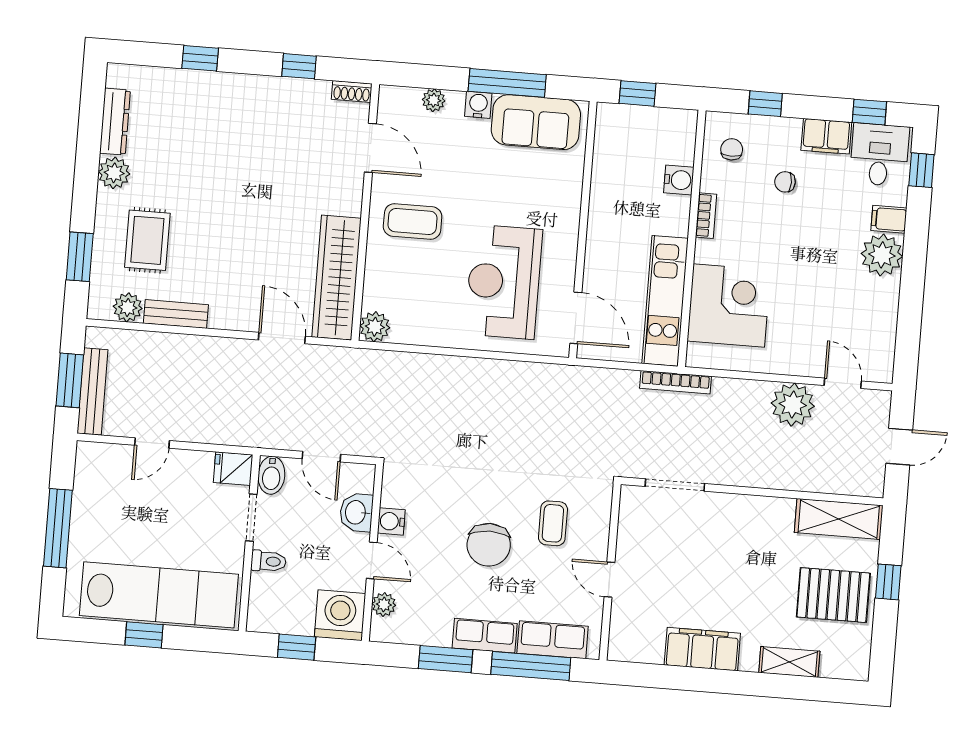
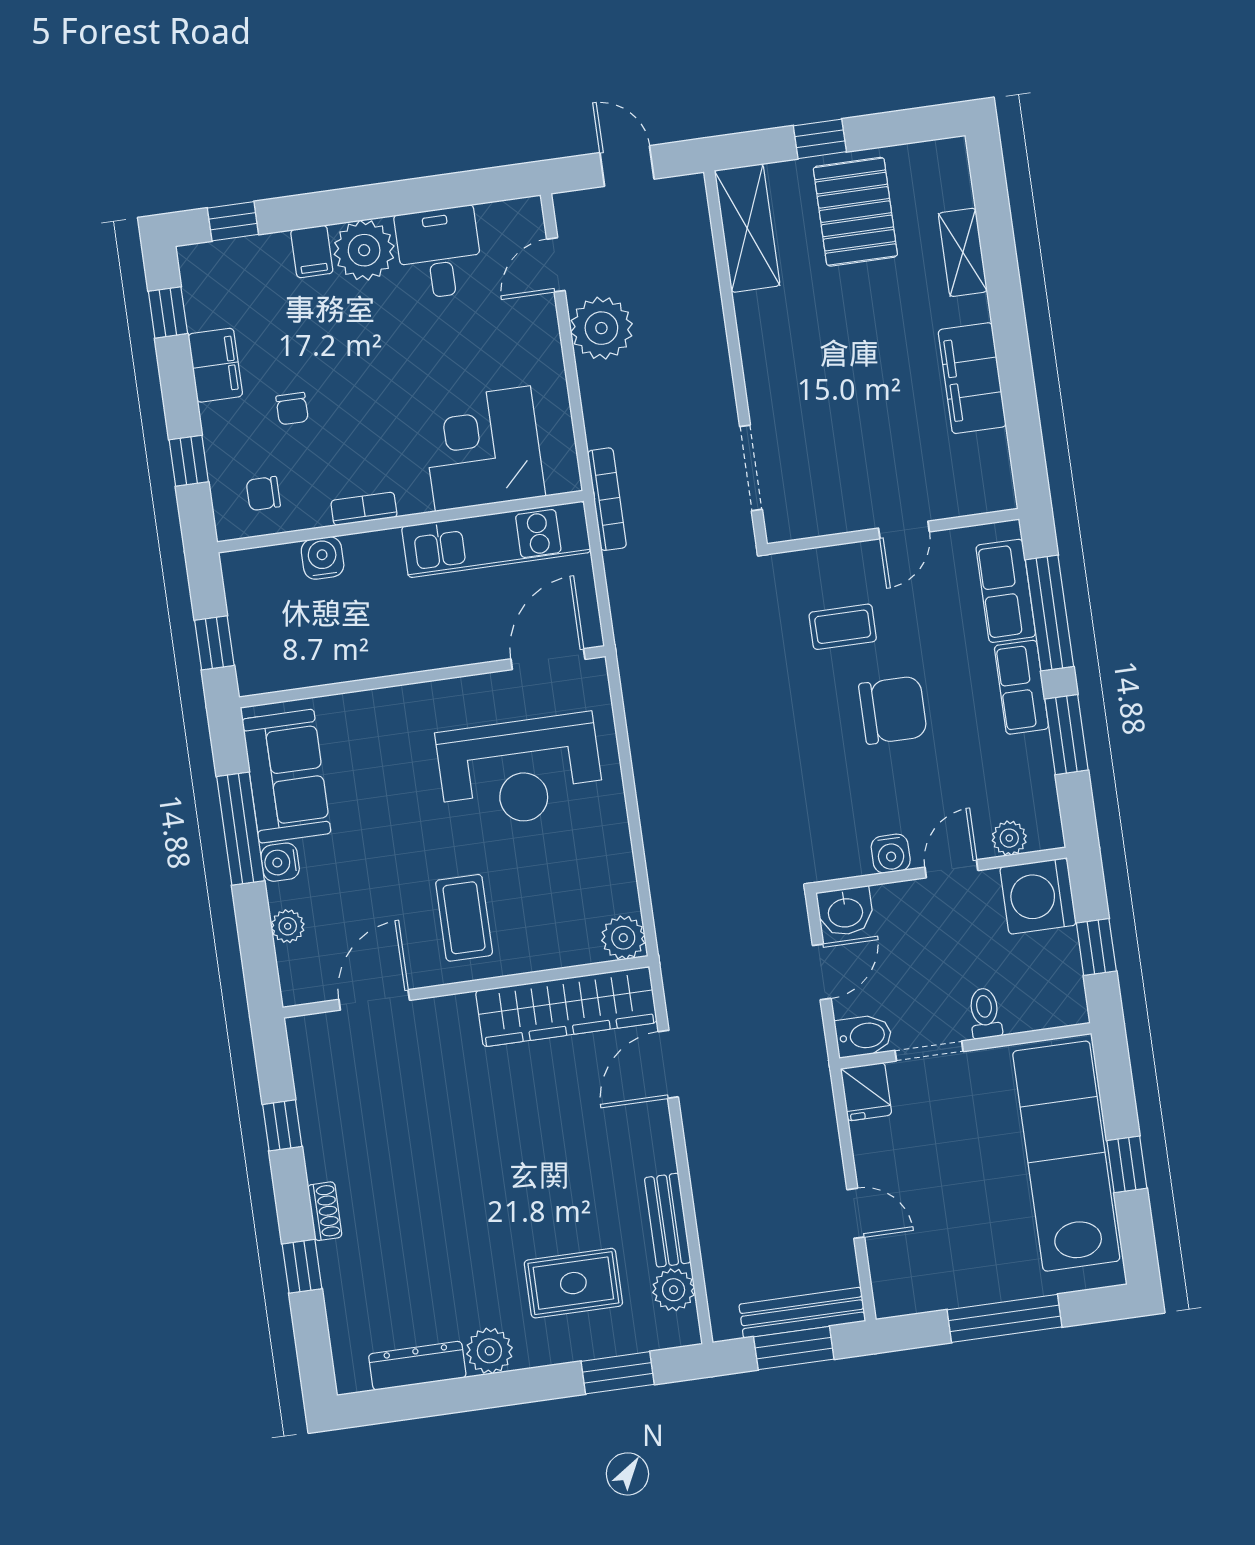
shoe rack: (352, 92) -> (325, 1211), moved
desk: (879, 155) -> (439, 253), moved, turned 90
washbasin: (356, 512) -> (845, 912), moved

